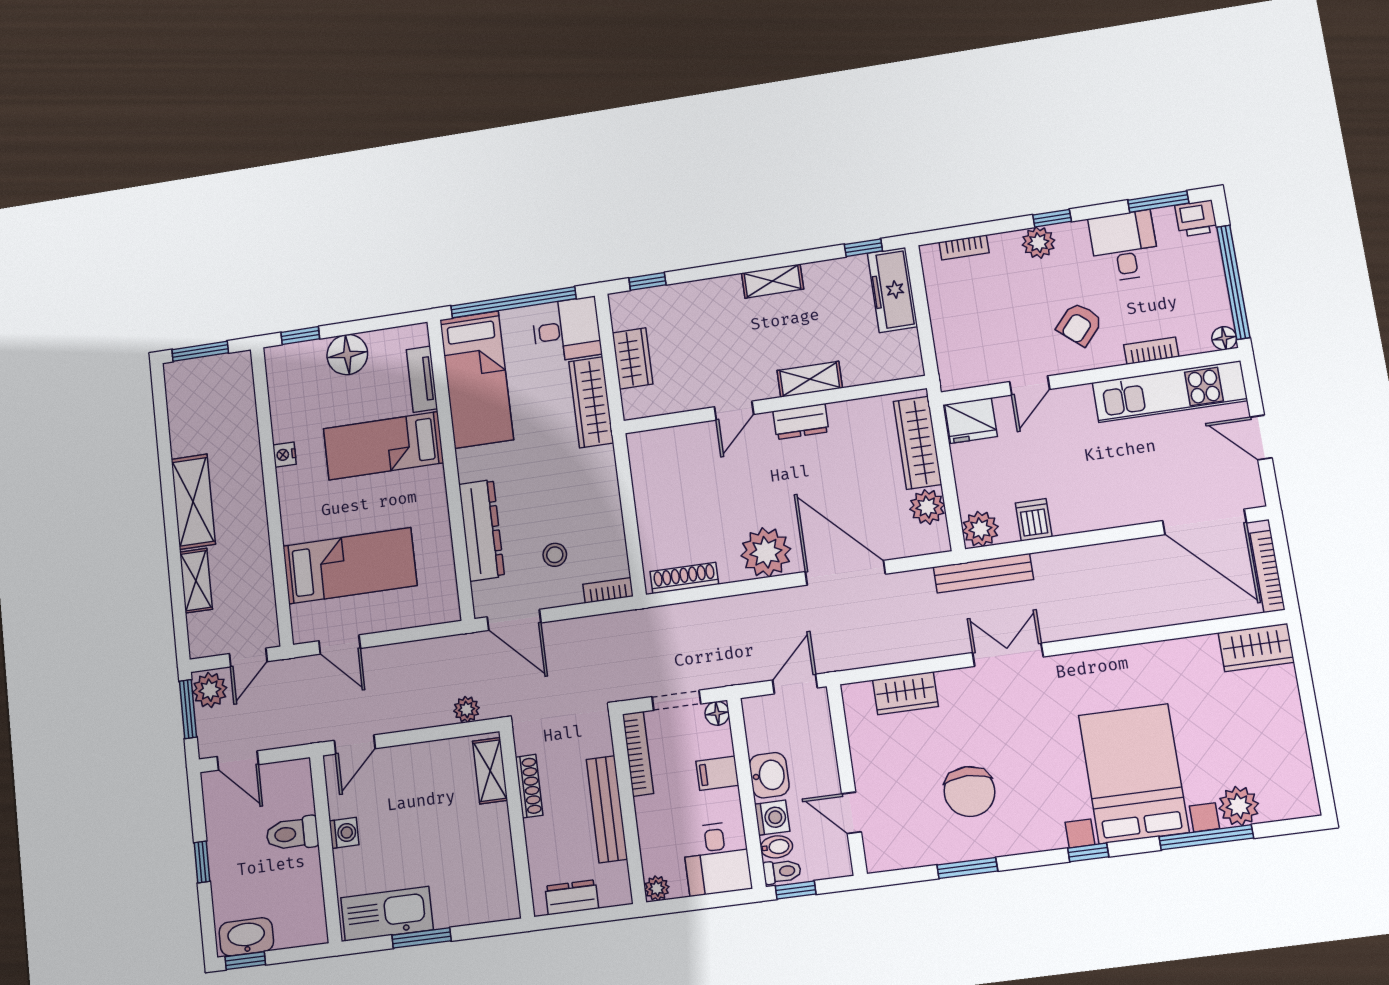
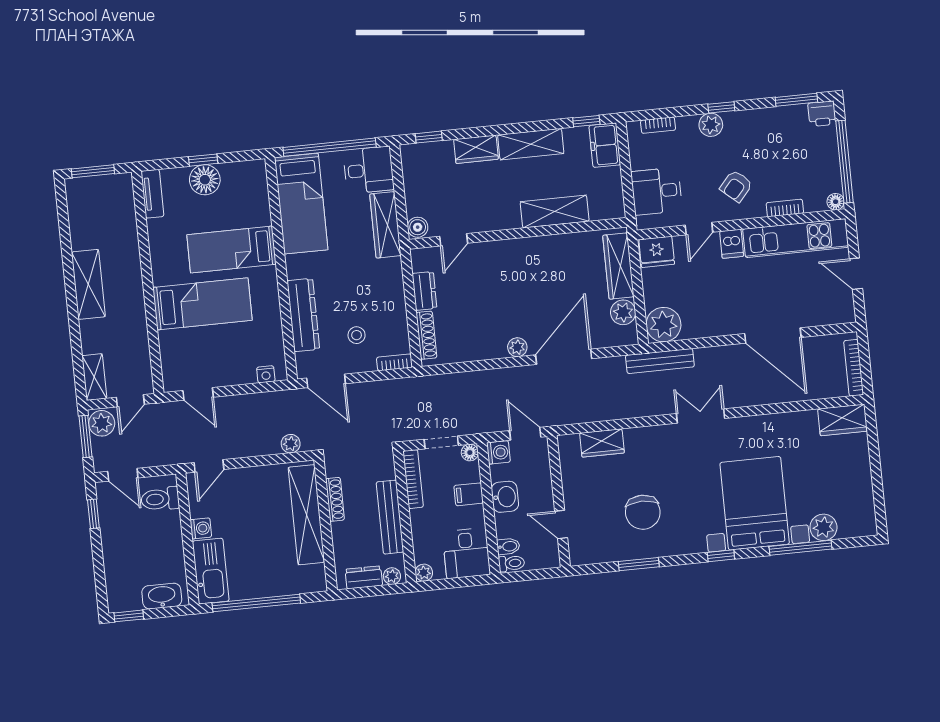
desk: (1124, 246) -> (657, 191), moved, turned -90
shelving: (772, 281) -> (531, 144), width x1.50, depth x1.33
freezer: (892, 290) -> (605, 145), width x0.71
window: (300, 336) -> (203, 160), moved
wardrobe: (633, 358) -> (476, 149), moved, turned 90
tv unit: (422, 379) -> (152, 194), moved, turned 180
shelving: (810, 379) -> (555, 212), width x1.50, depth x1.33
boiler: (635, 403) -> (418, 227), added
door: (734, 411) -> (454, 240), moved
dresser: (801, 422) -> (424, 291), moved, turned -90
nightstand: (284, 455) -> (266, 374), moved, turned -90
dishwasher: (1034, 520) -> (732, 244), moved, turned 180
door: (1204, 522) -> (773, 335), moved
plant: (980, 529) -> (663, 325), width x1.36, depth x1.36
plant: (766, 552) -> (517, 347), width x0.53, depth x0.53
bed: (350, 566) -> (202, 304), moved
door: (845, 573) -> (564, 357), hinge flipped
shoe rack: (684, 578) -> (426, 335), moved, turned 90
shelving: (196, 581) -> (94, 377), moved
double door: (1008, 655) -> (701, 416), moved
door: (795, 684) -> (525, 434), hinge flipped
shelving: (490, 771) -> (306, 515), width x2.20, depth x1.33
washing machine: (772, 818) -> (498, 452), moved
toilet: (292, 834) -> (160, 499), moved
window: (202, 862) -> (93, 514), moved
window: (796, 890) -> (520, 576), removed
plant: (612, 894) -> (392, 576), added
kitchen sink: (387, 914) -> (211, 571), moved, turned 90
washbasin: (246, 937) -> (162, 596), moved
window: (422, 938) -> (256, 603), width x2.11

